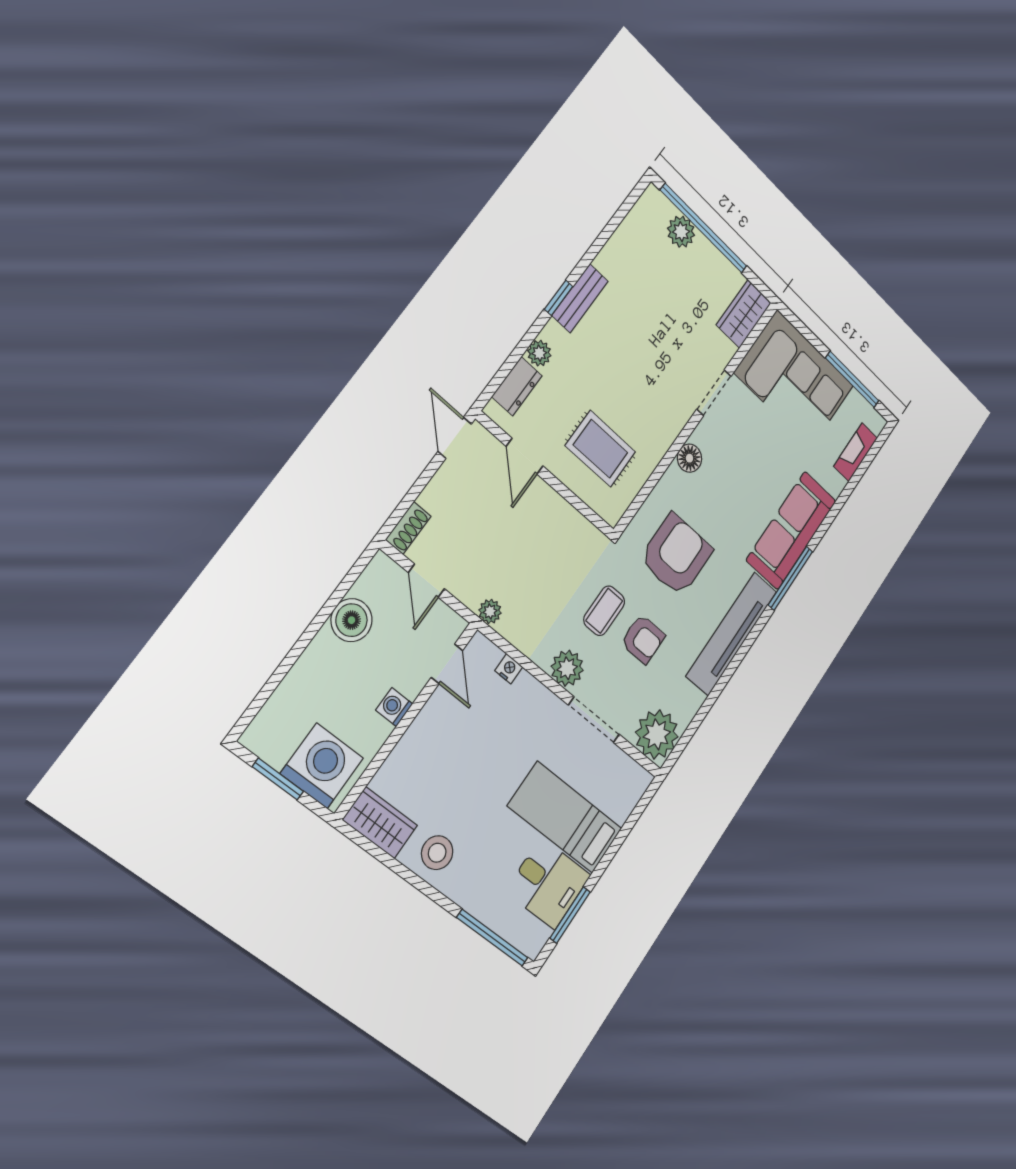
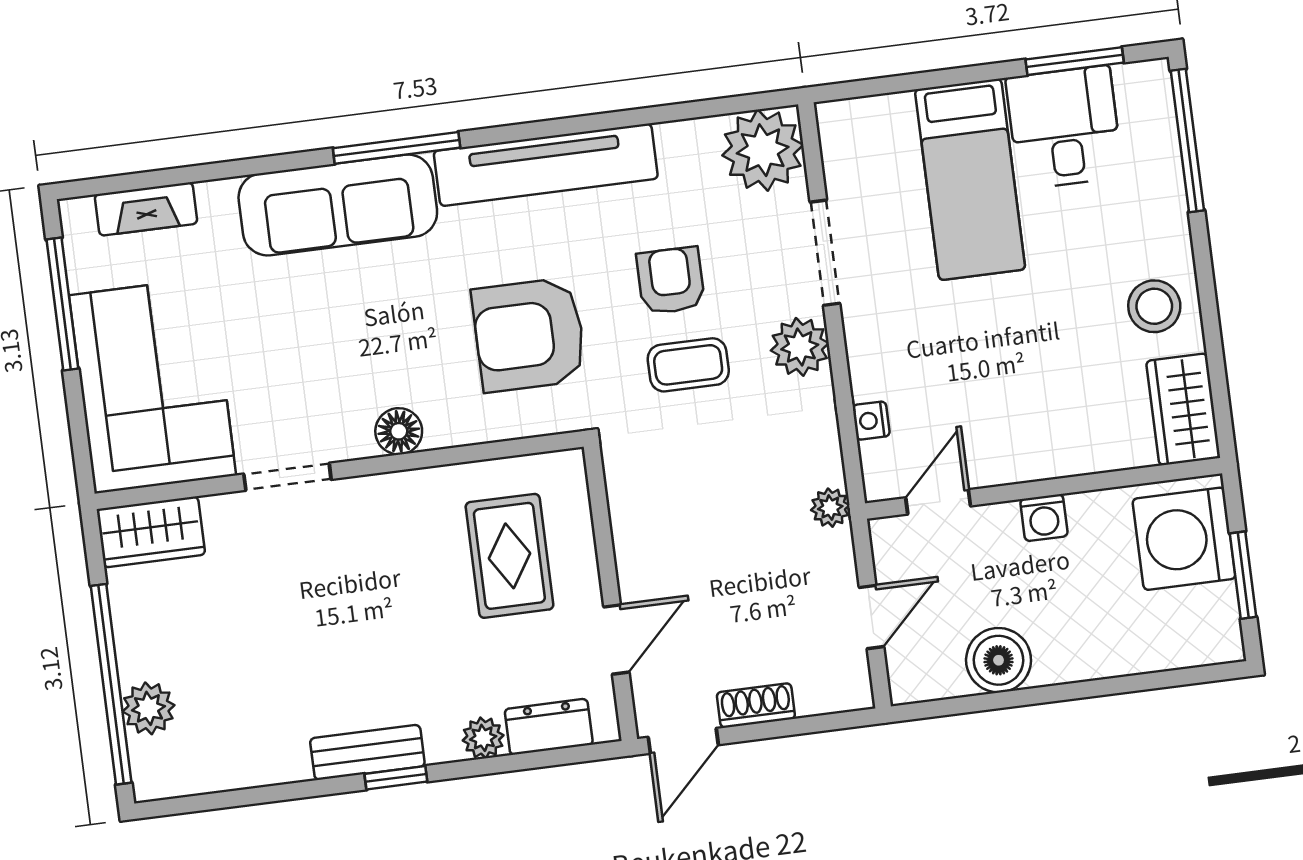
shoe rack: (408, 528) -> (756, 706), moved

